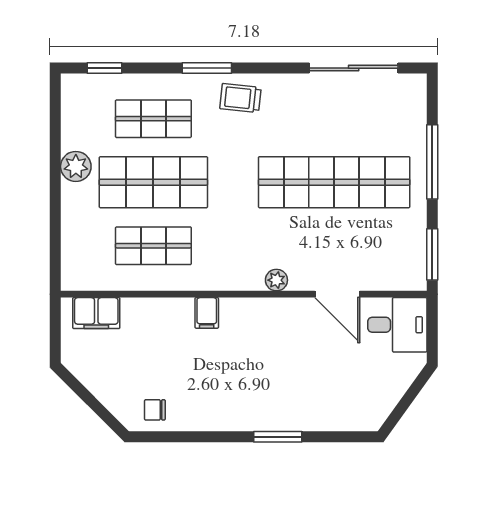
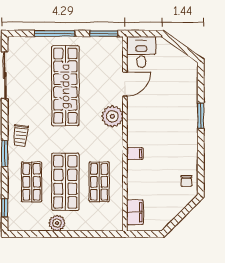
plant: (276, 280) -> (112, 116), width x1.88, depth x1.88

